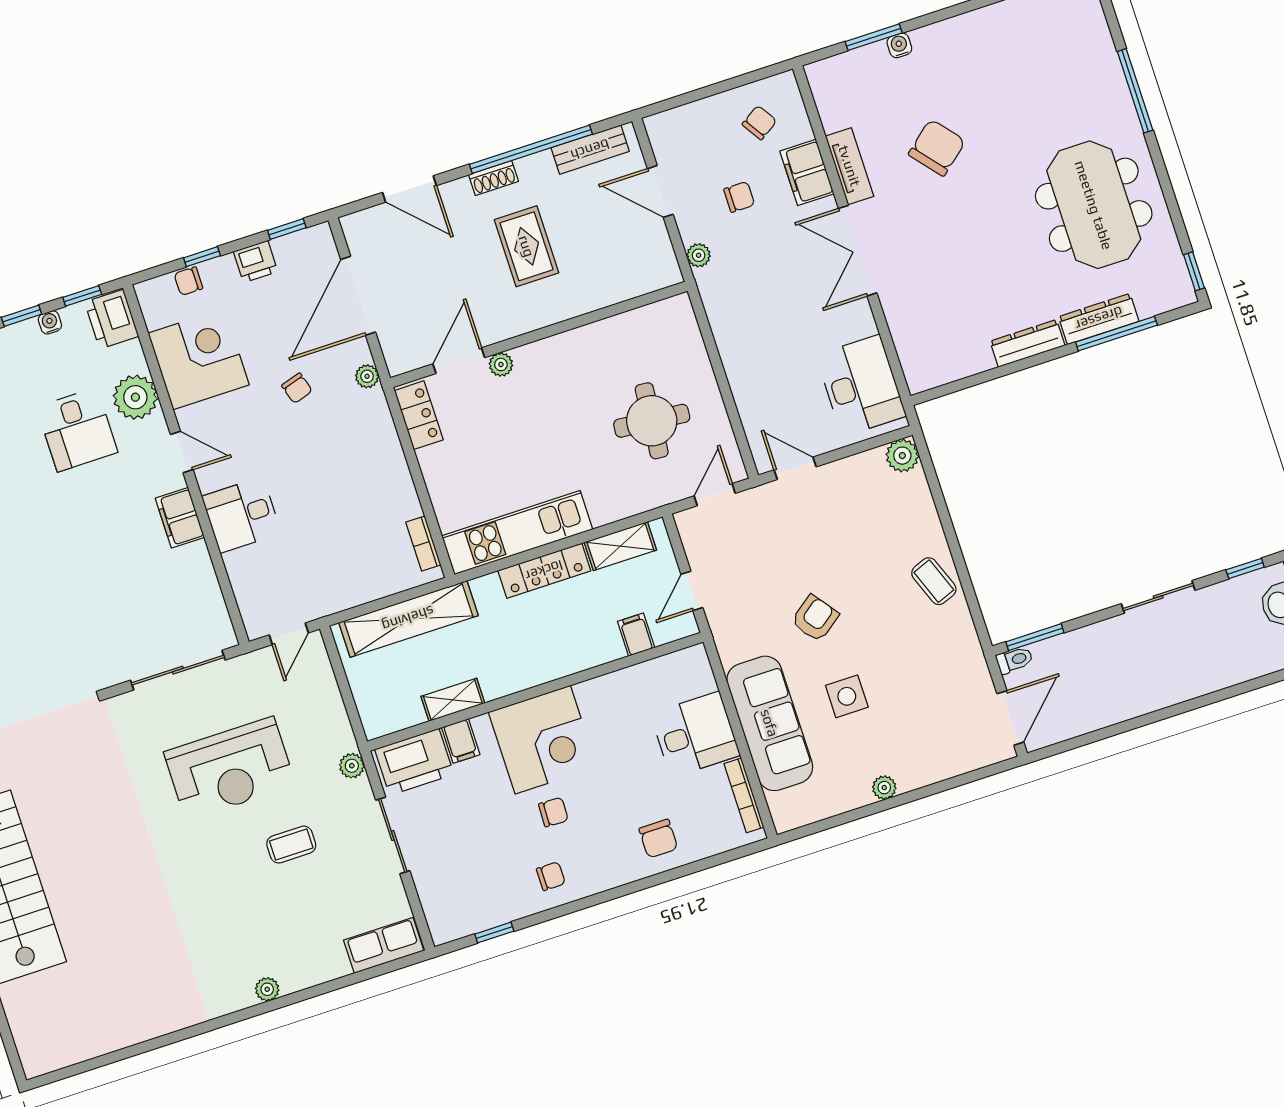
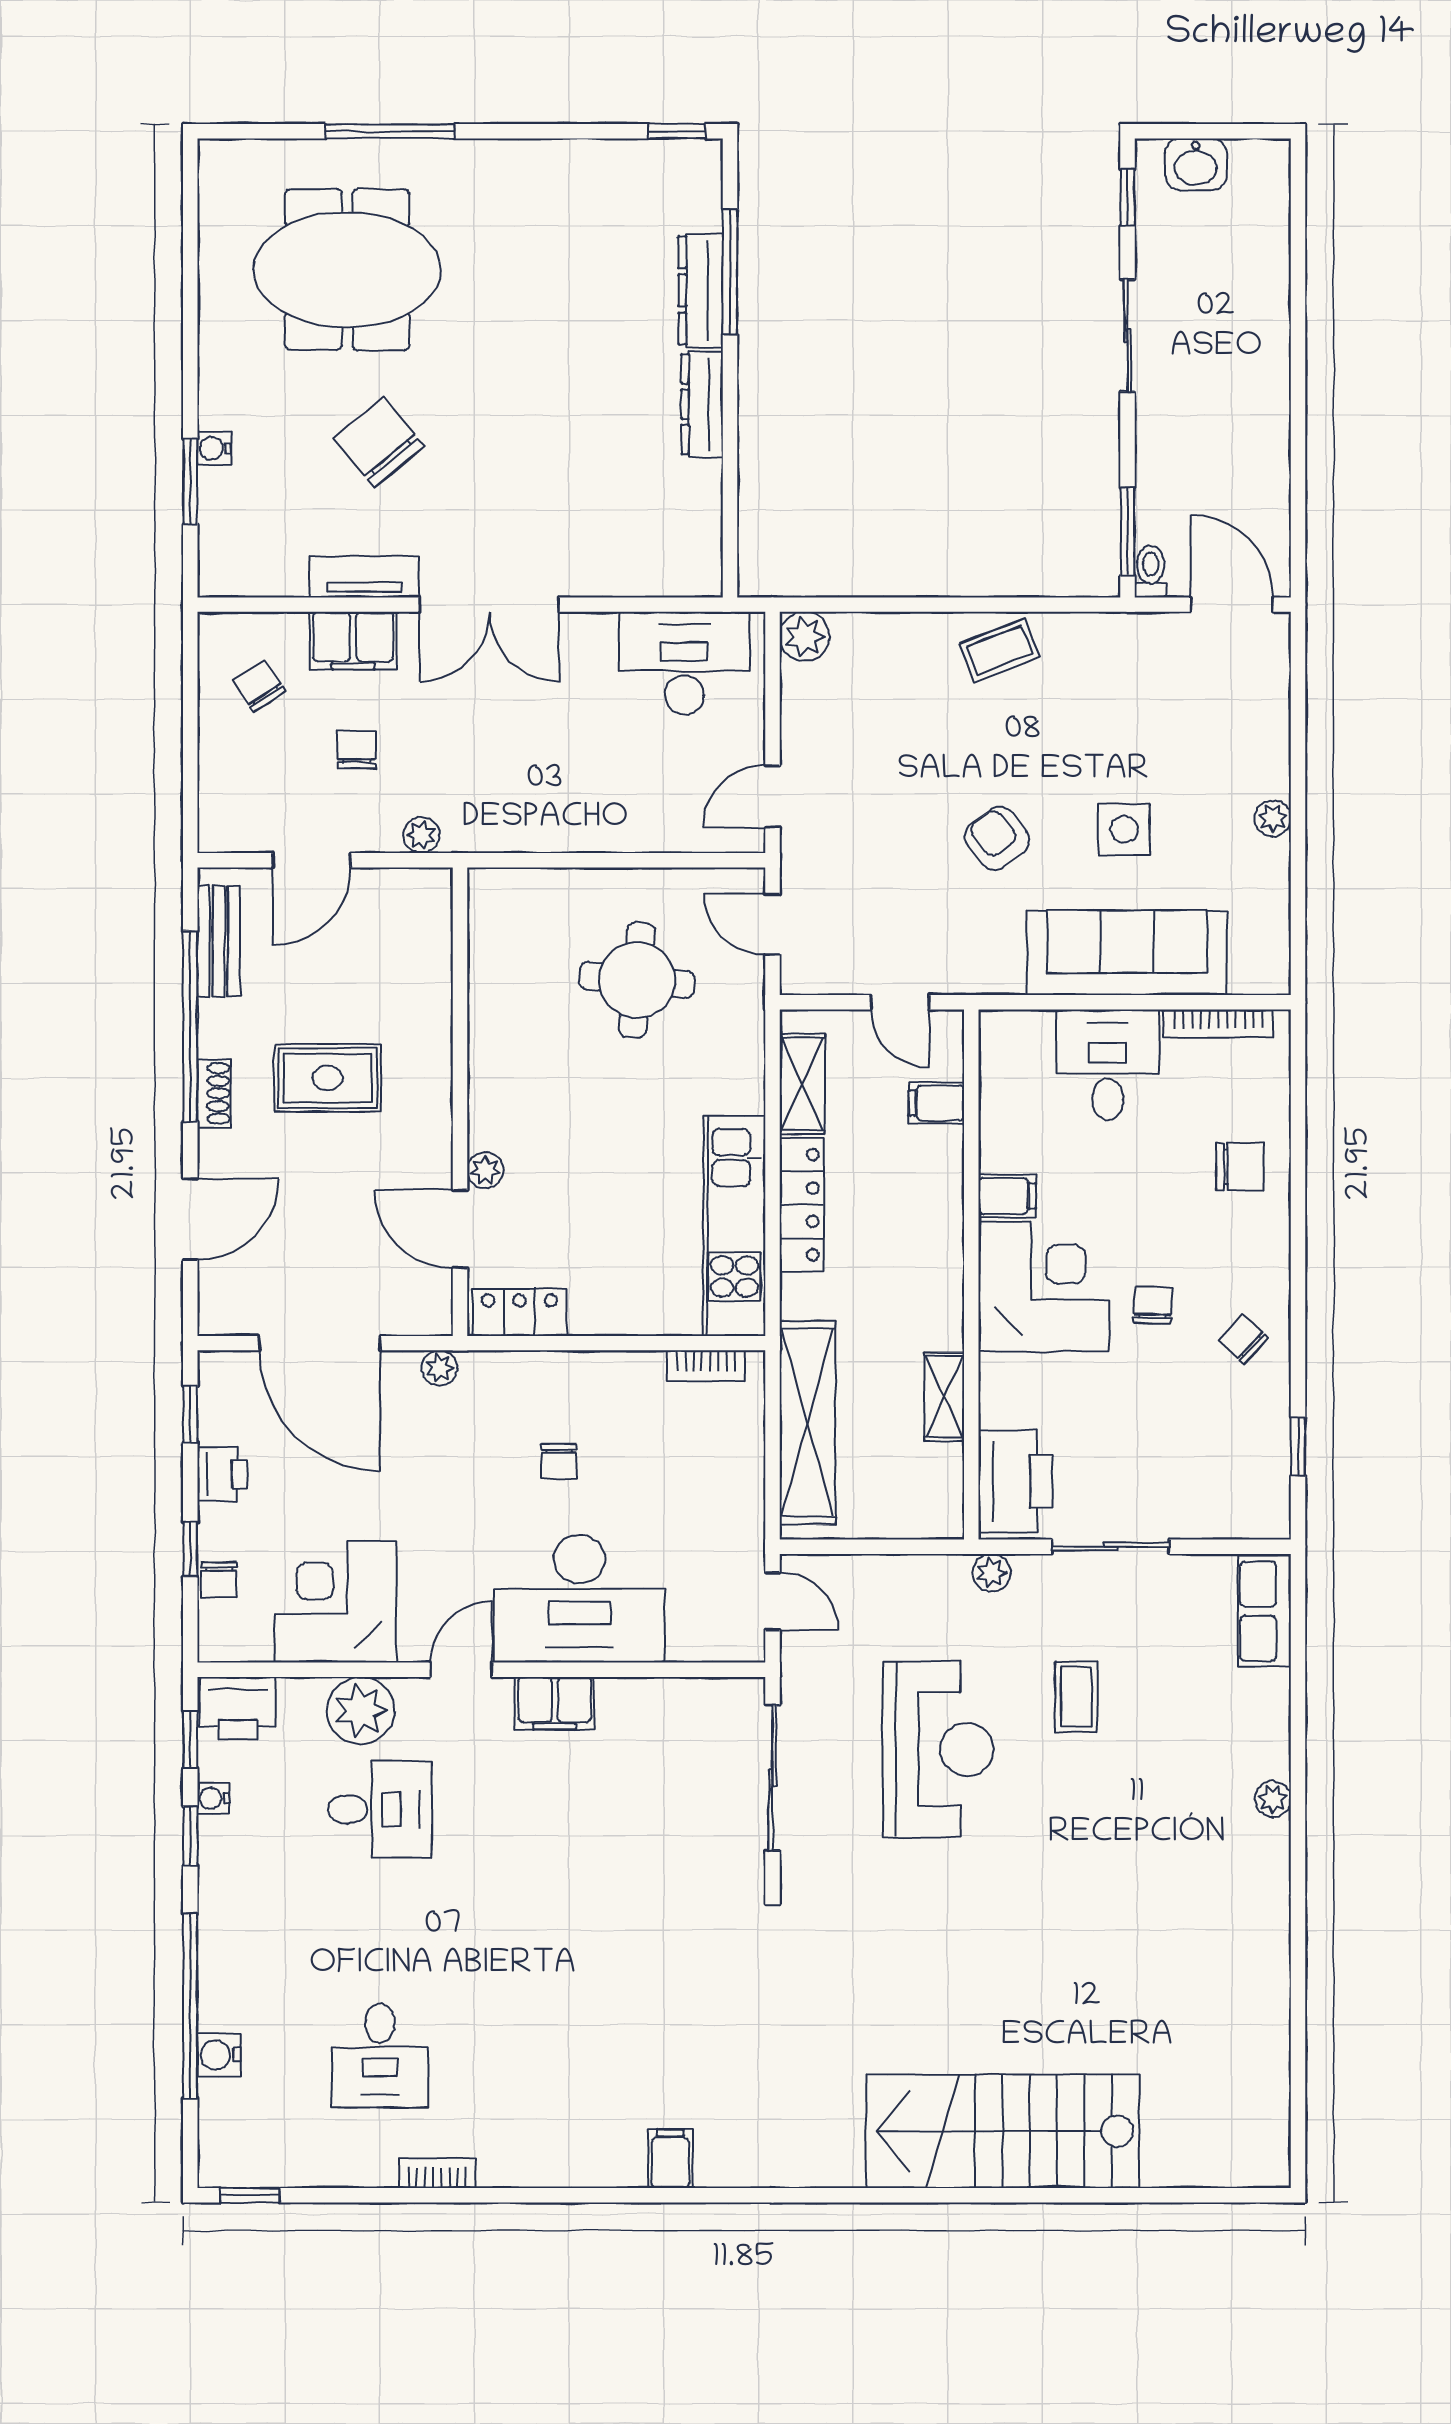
meeting table: (1094, 205) -> (347, 270), moved
chair: (297, 388) -> (559, 1462), moved, turned 107
desk: (241, 515) -> (579, 1599), width x1.87, depth x1.30
filing cabinet: (461, 741) -> (1007, 1196), moved
chair: (551, 876) -> (1243, 1339), turned -47

